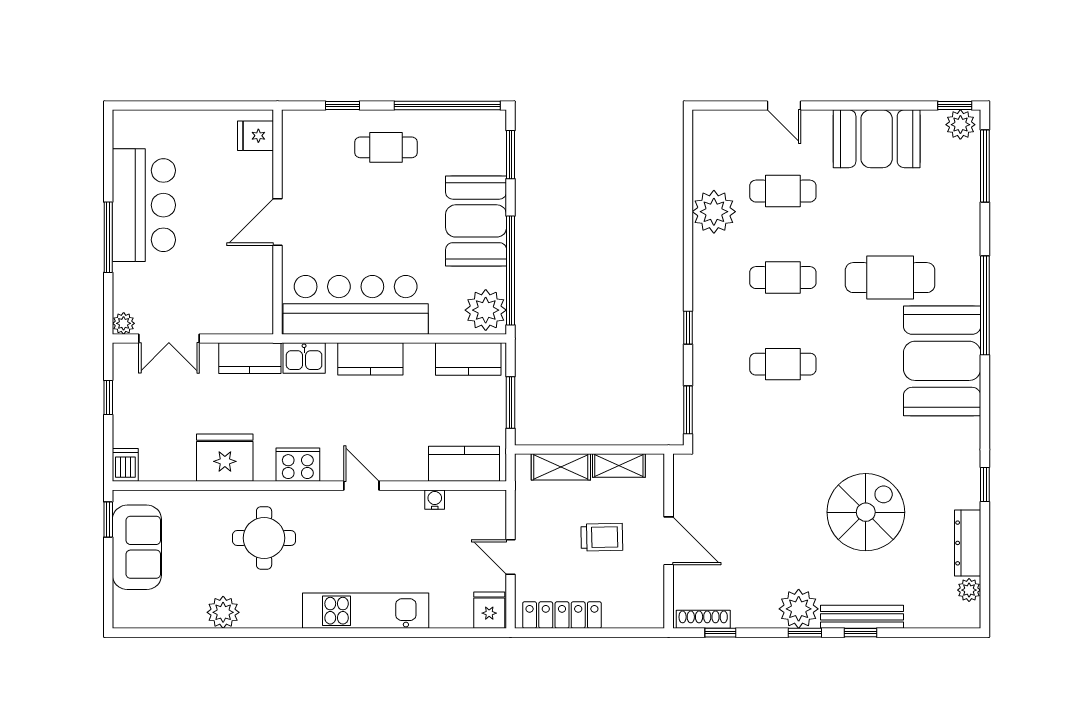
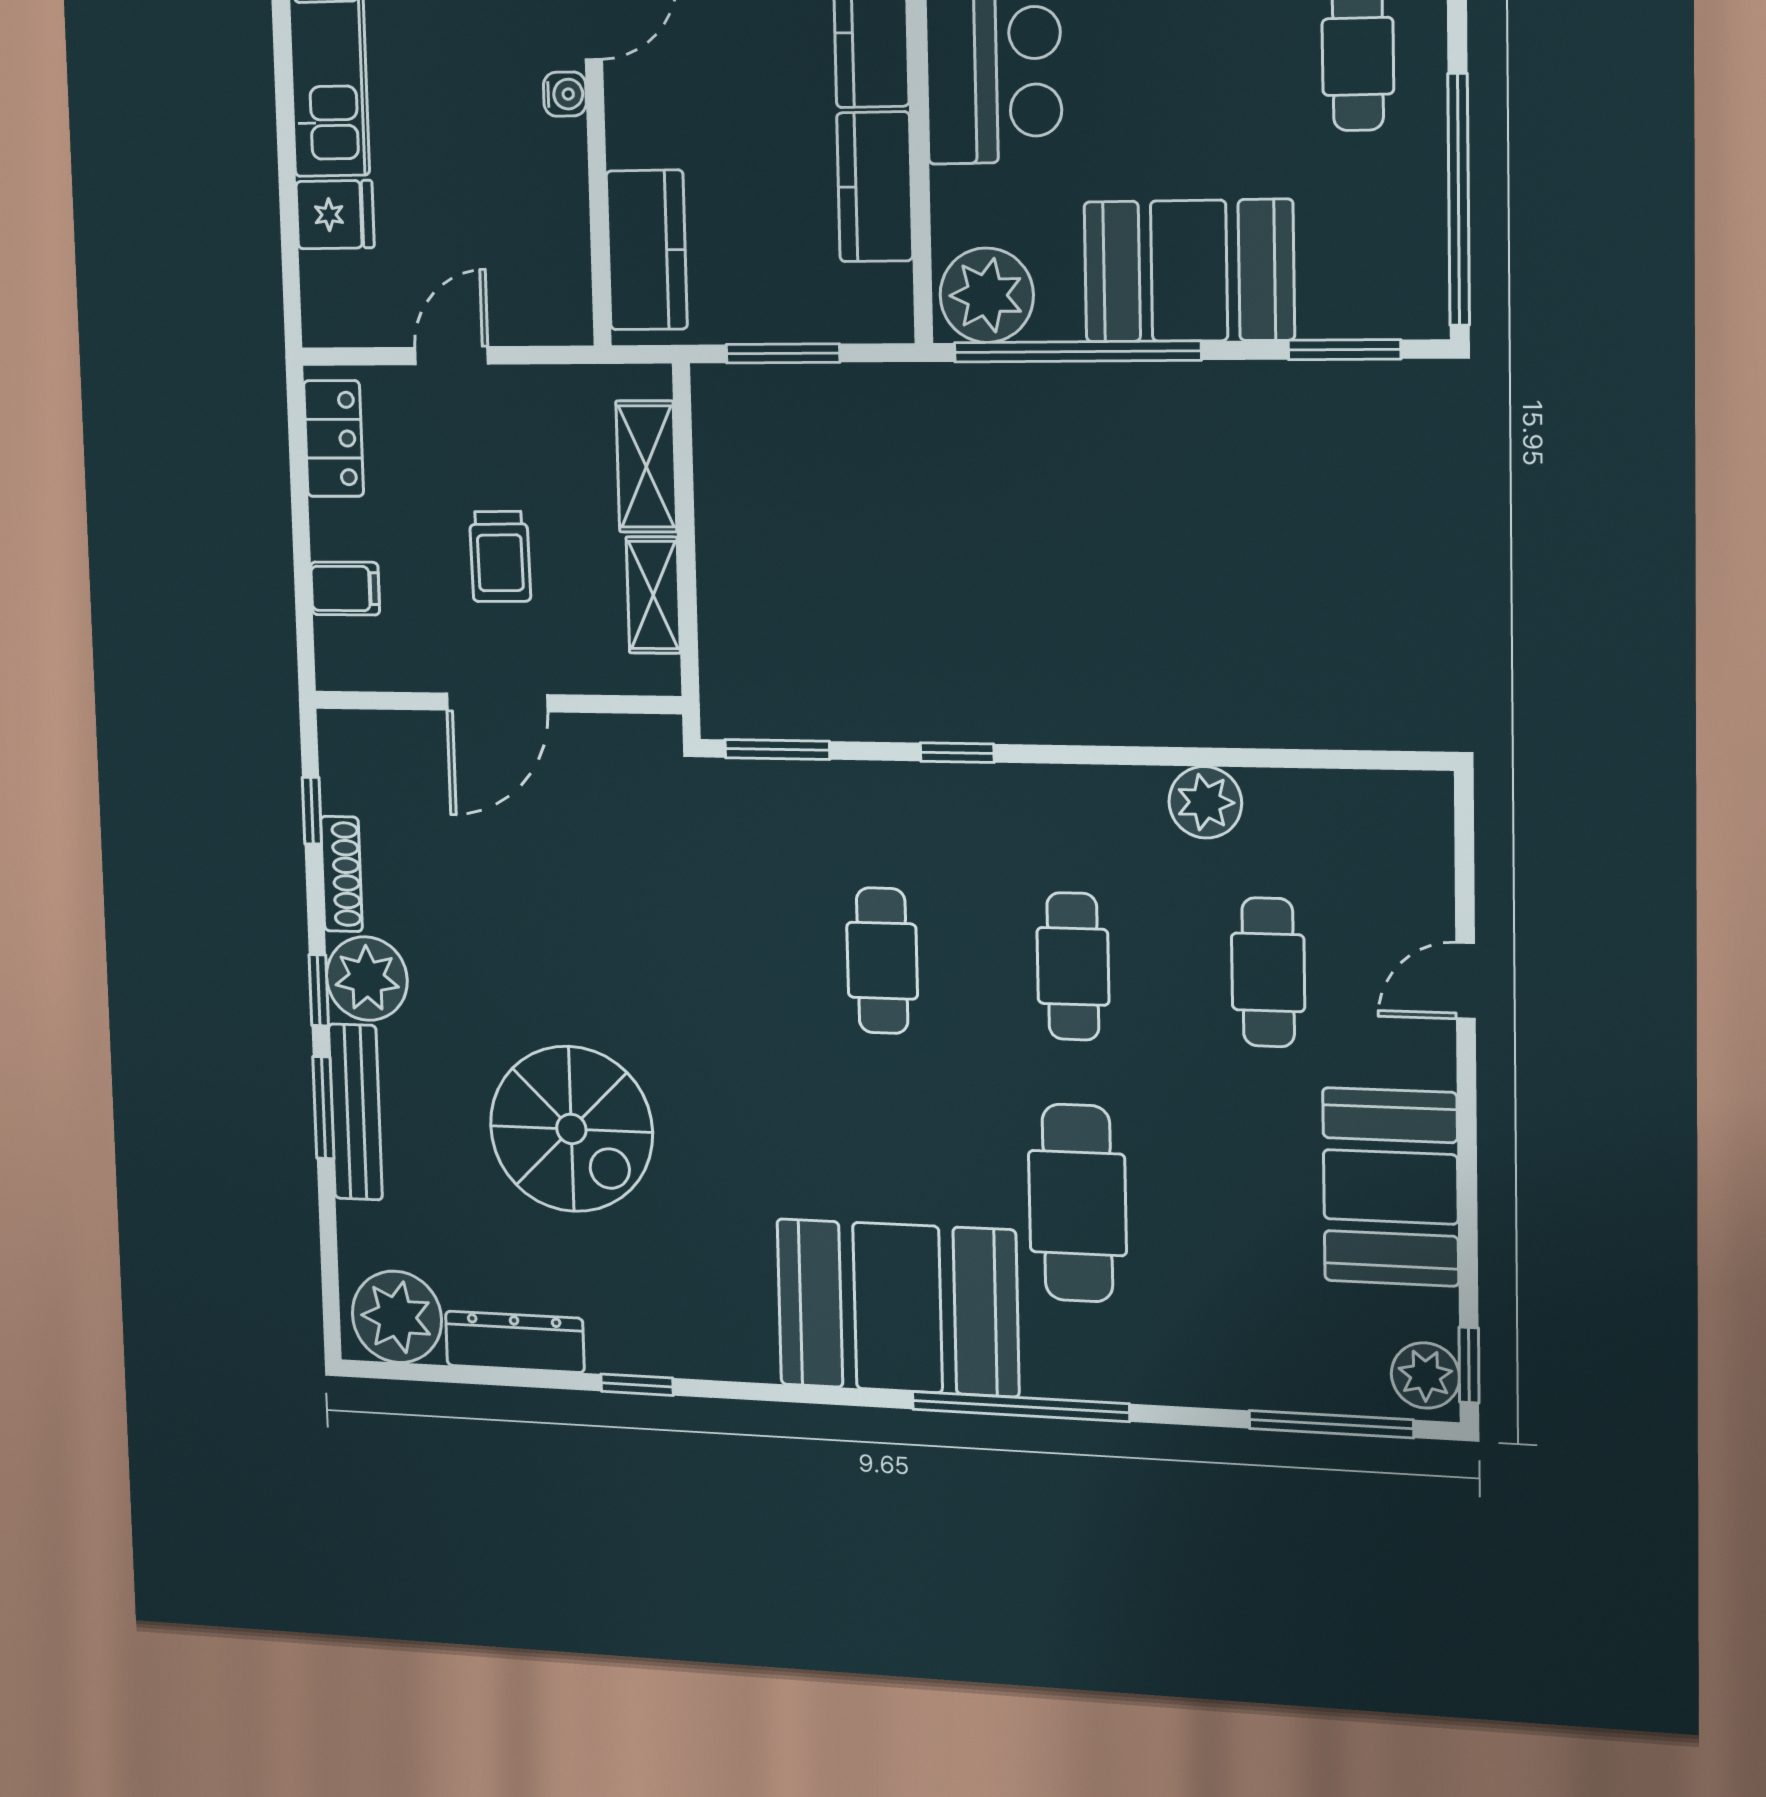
plant: (714, 212) -> (1205, 802), width x0.73, depth x0.73
kitchen counter: (468, 359) -> (875, 187), moved
water cooler: (435, 500) -> (565, 94), moved
plant: (969, 590) -> (397, 1317), width x1.88, depth x1.88
fridge: (489, 610) -> (335, 215), moved
filing cabinet: (617, 612) -> (345, 588), added
locker: (562, 615) -> (334, 439), width x0.66
shoe rack: (703, 619) -> (341, 874), moved
window: (861, 633) -> (323, 1108), width x1.50

